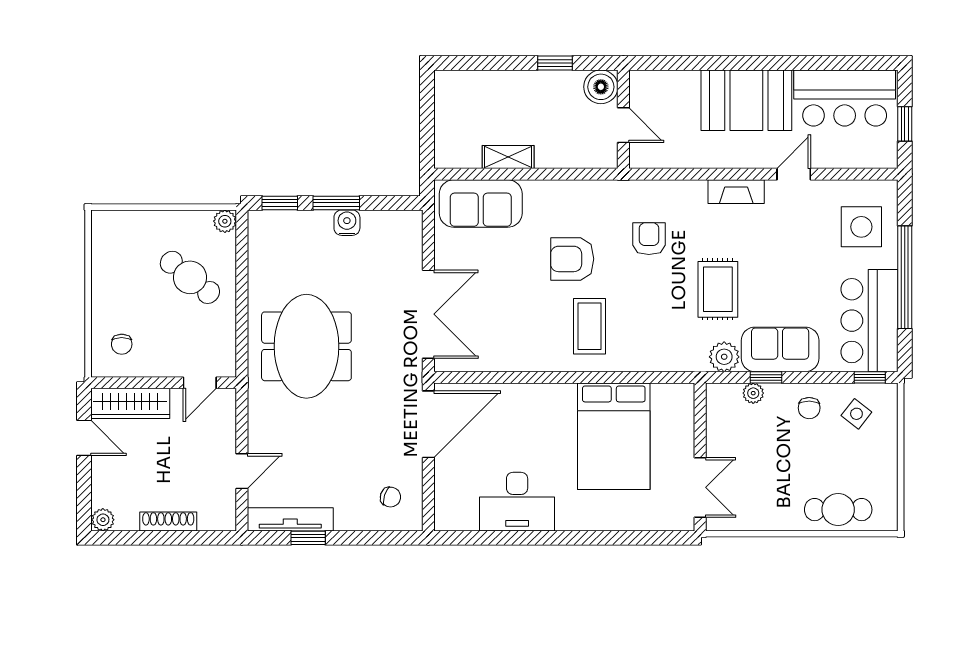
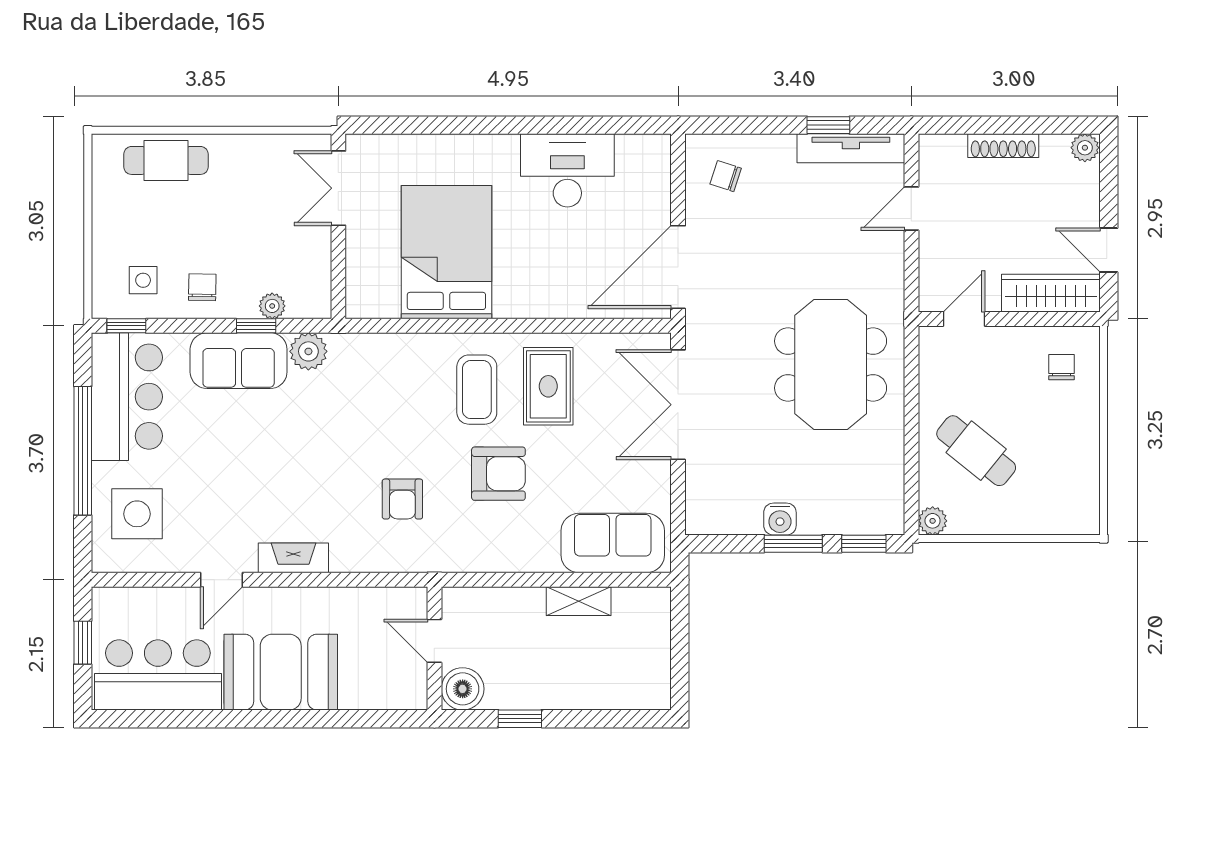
rug: (718, 289) -> (548, 386), moved
side table: (856, 414) -> (143, 280), turned -38

